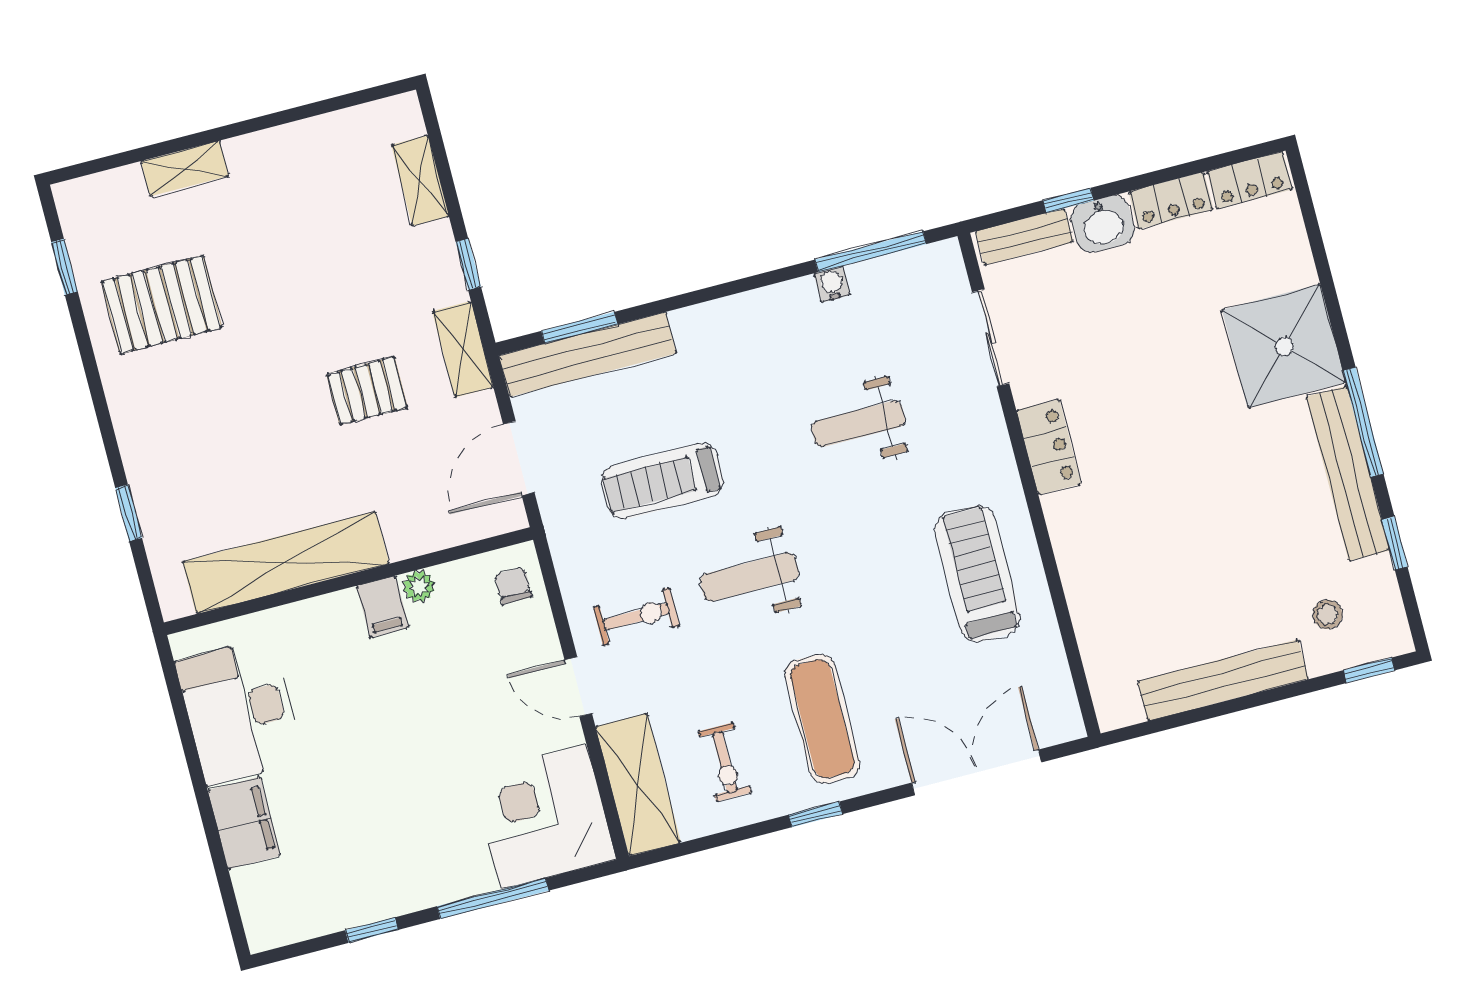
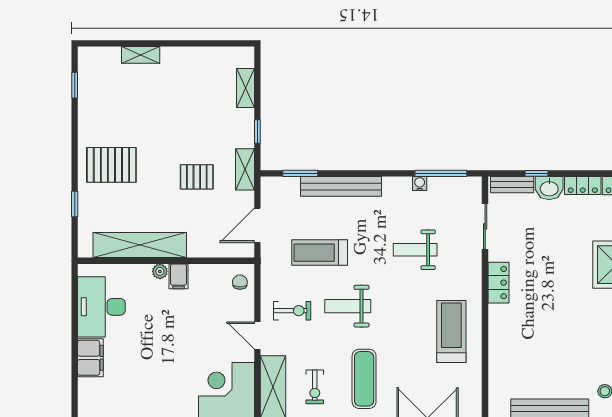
pallet: (162, 305) -> (111, 165), moved
bench: (588, 354) -> (341, 186), moved
plant: (419, 586) -> (160, 271), moved

